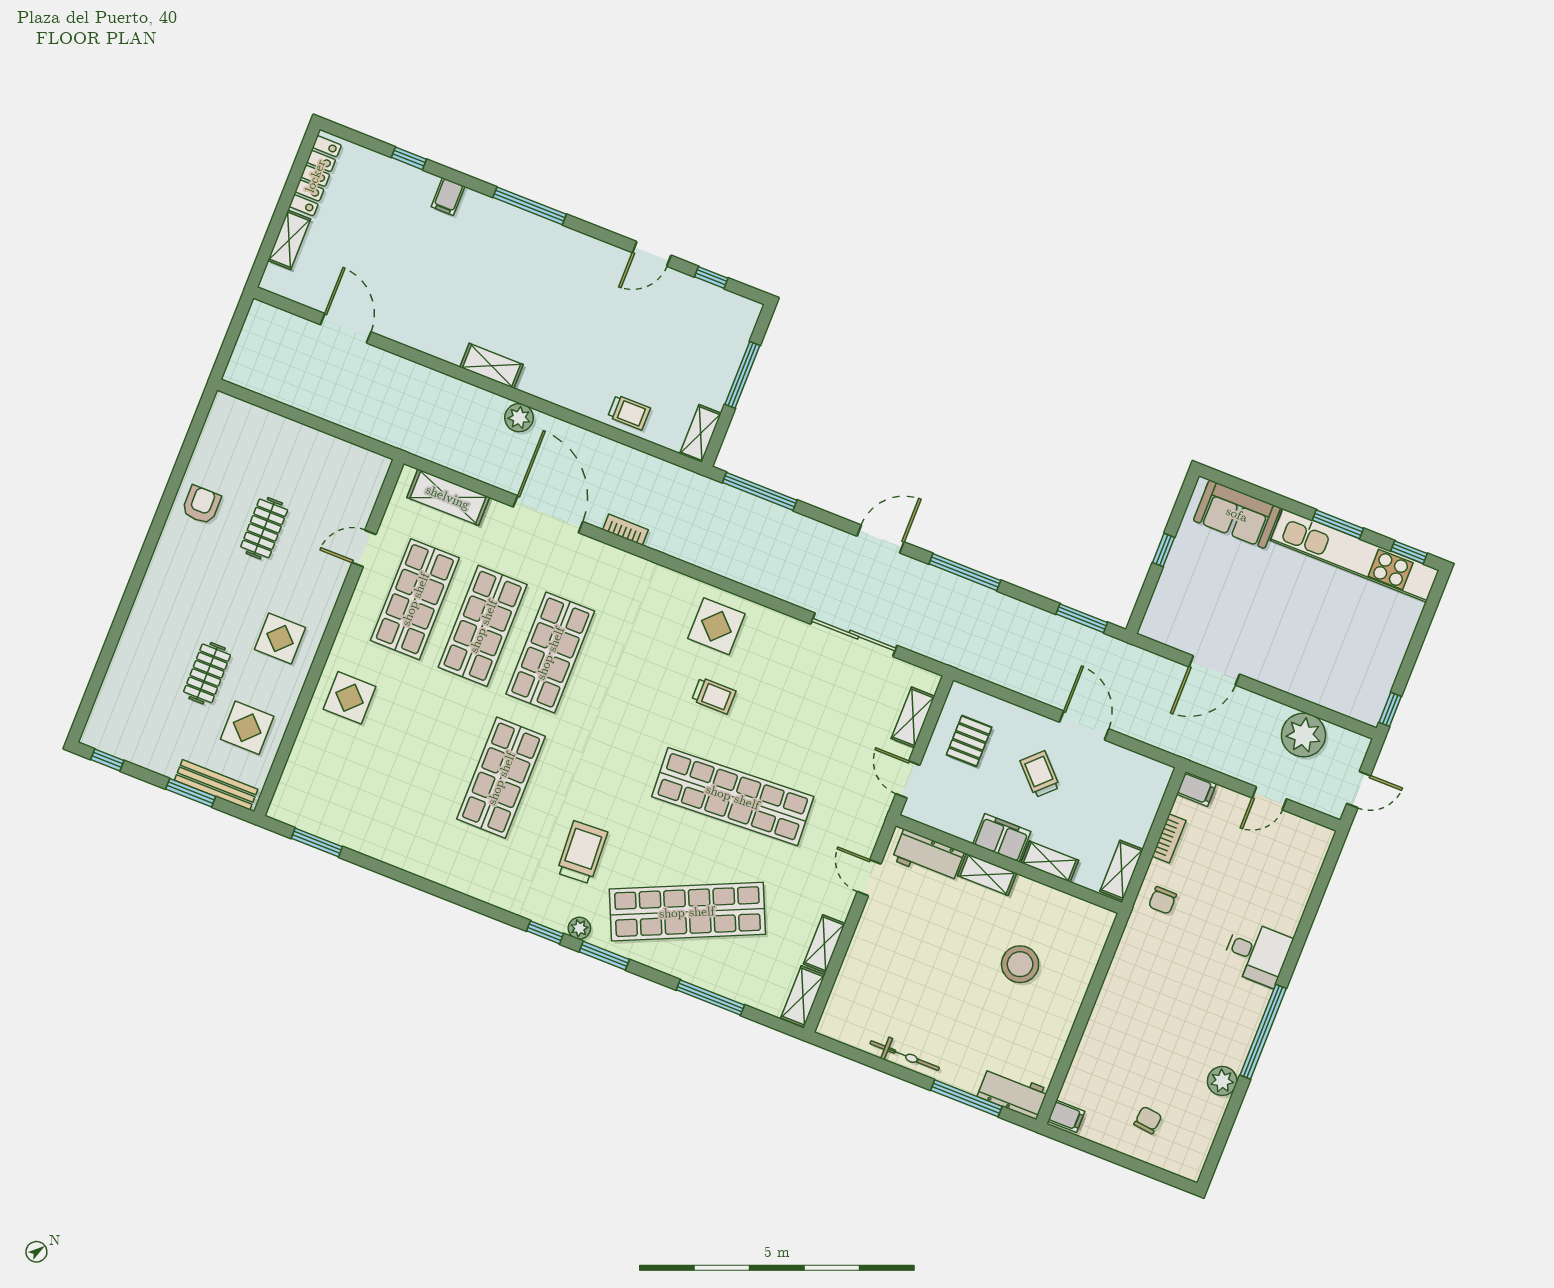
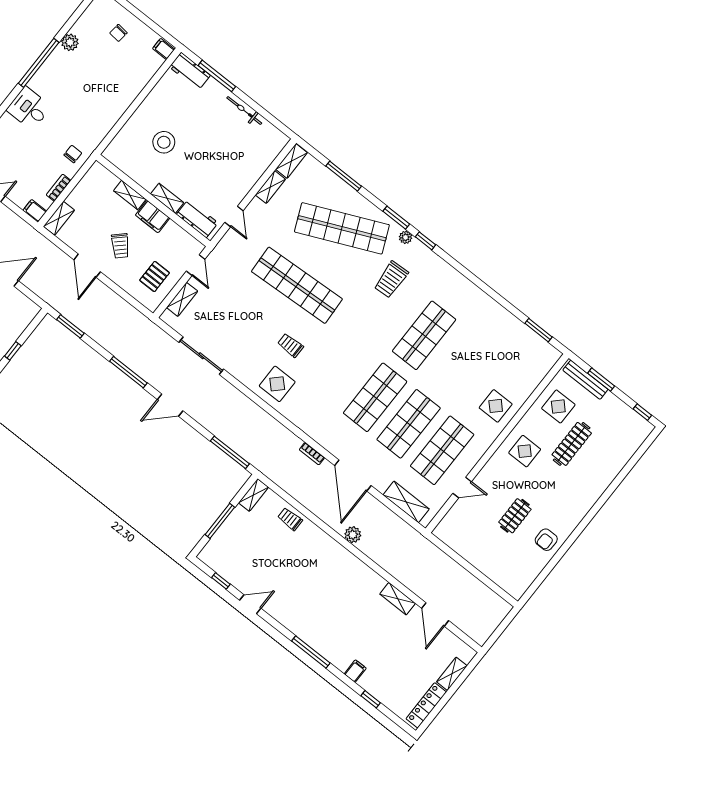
shelving: (492, 366) -> (398, 599), moved
clothes rail: (207, 673) -> (572, 444), width x1.36
shelving: (1121, 870) -> (59, 218), moved

